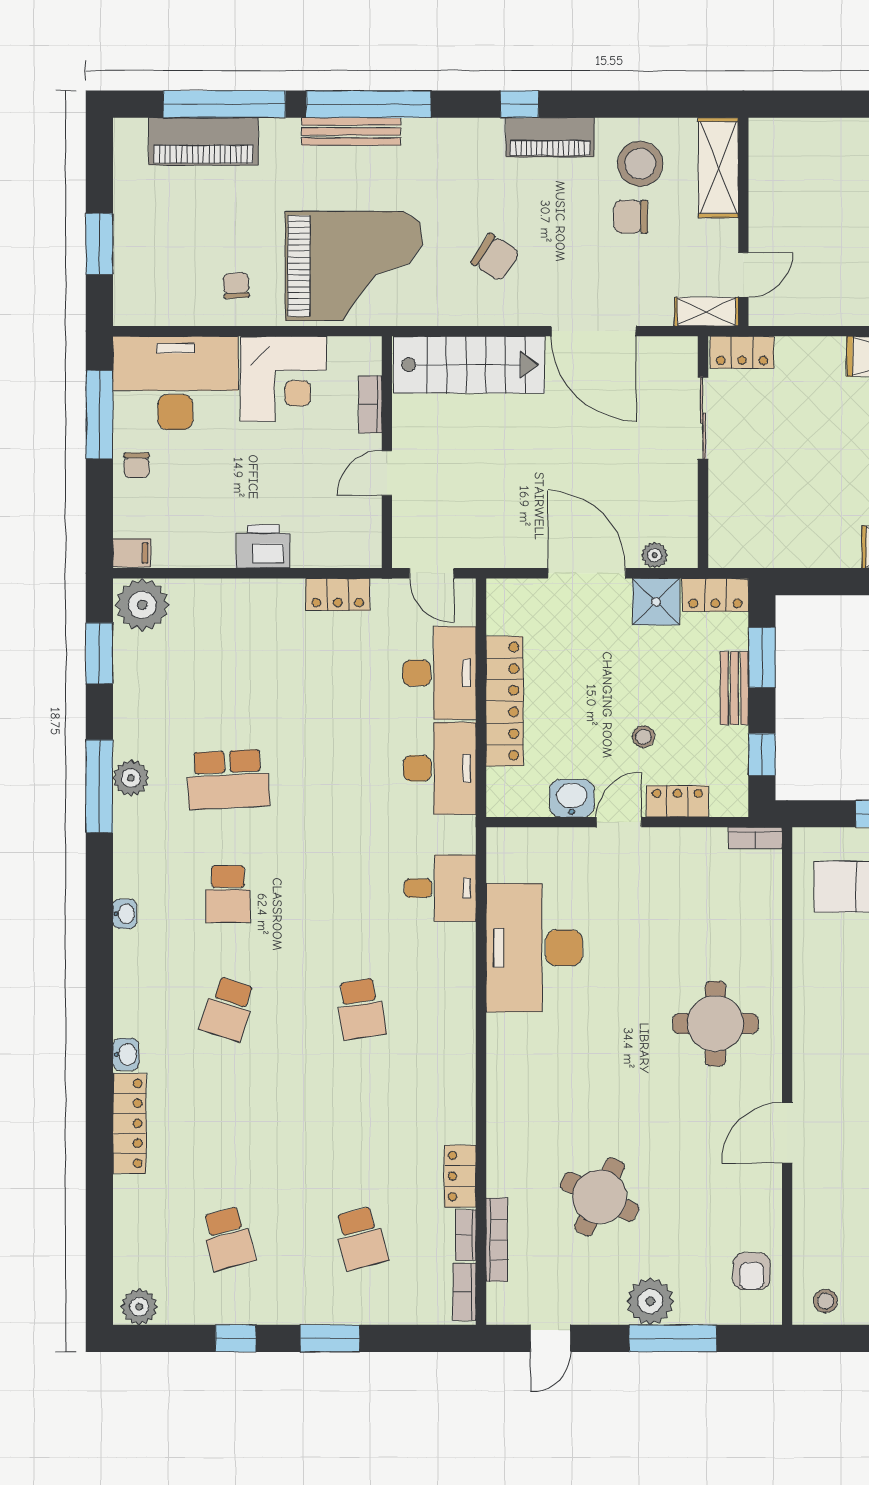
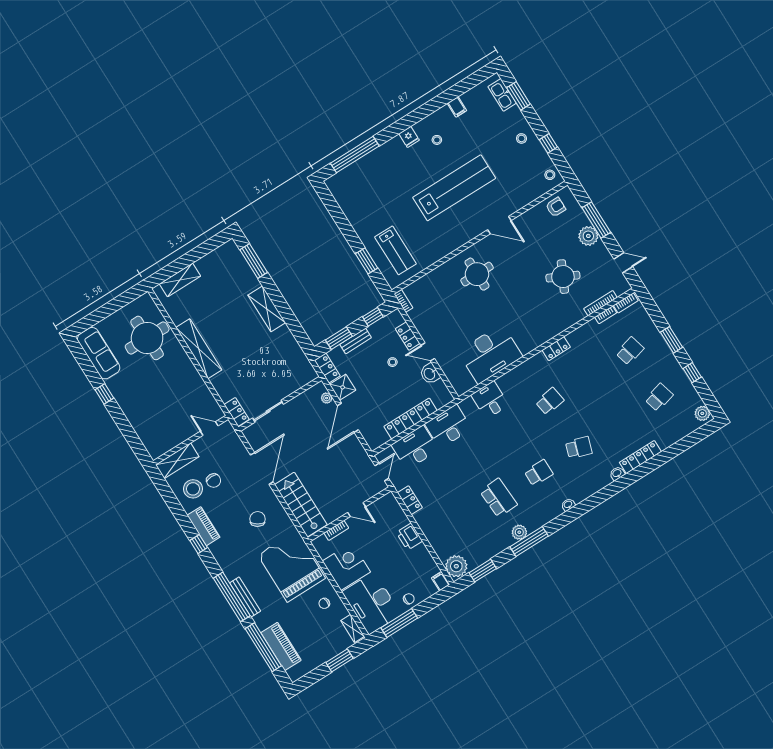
shelving: (706, 312) -> (353, 628), moved
locker: (460, 1176) -> (556, 349), moved

